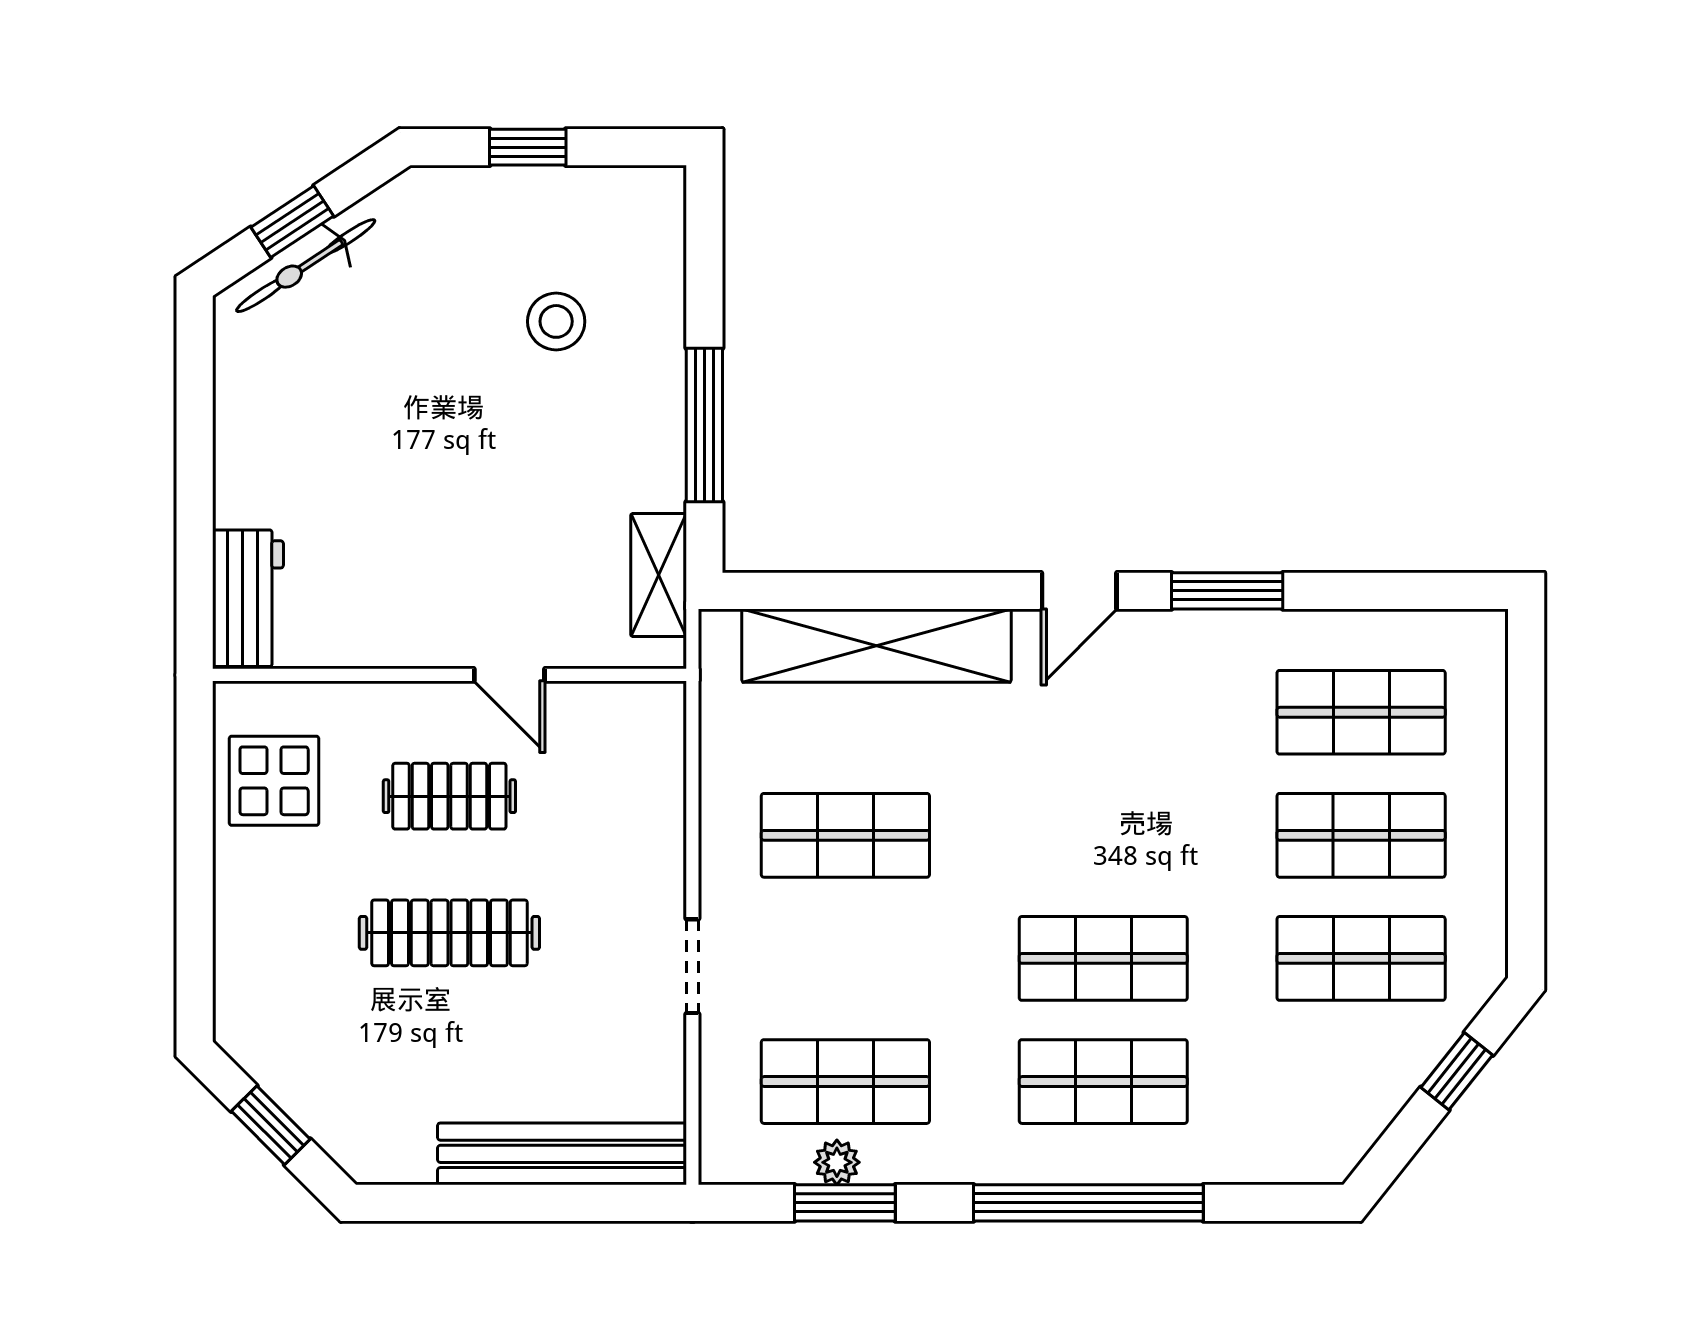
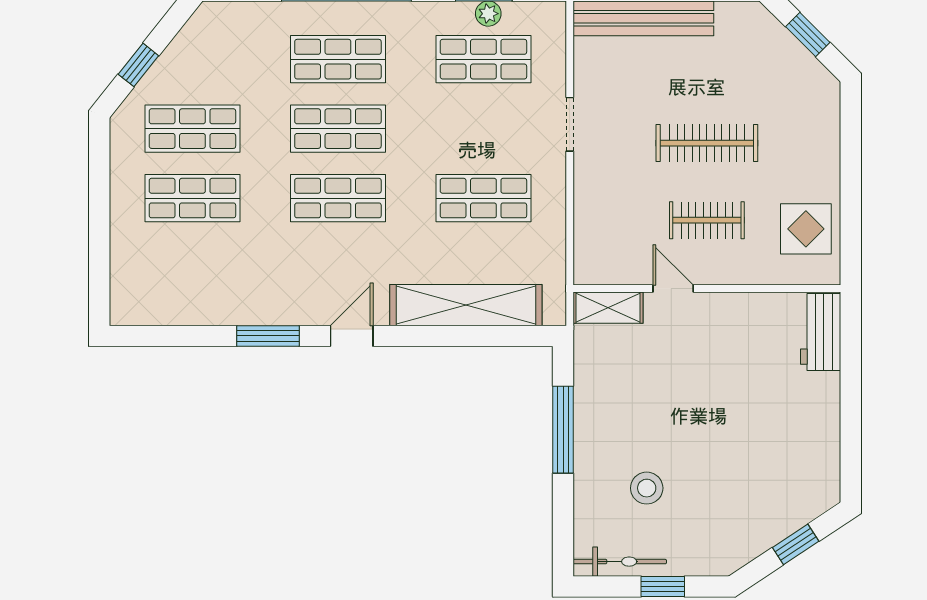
bicycle: (306, 266) -> (620, 562), moved, turned 33
shelving: (659, 575) -> (608, 308), moved, turned 90
shop shelf: (1361, 712) -> (338, 198), moved

